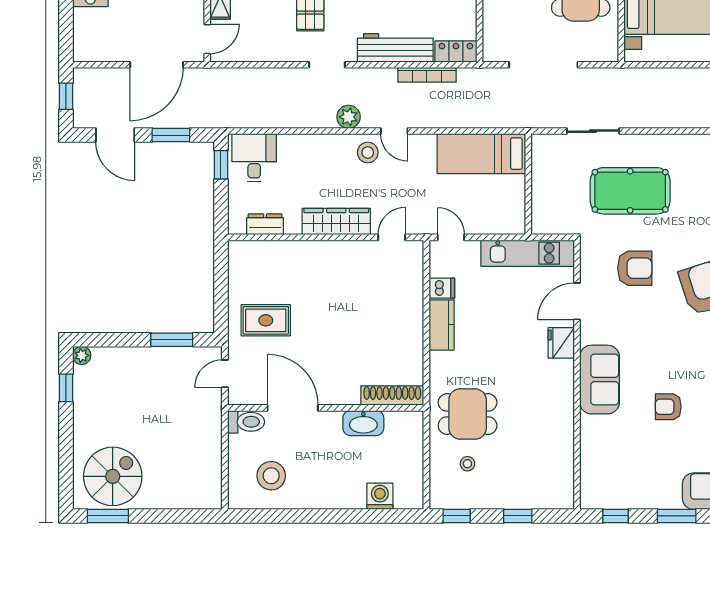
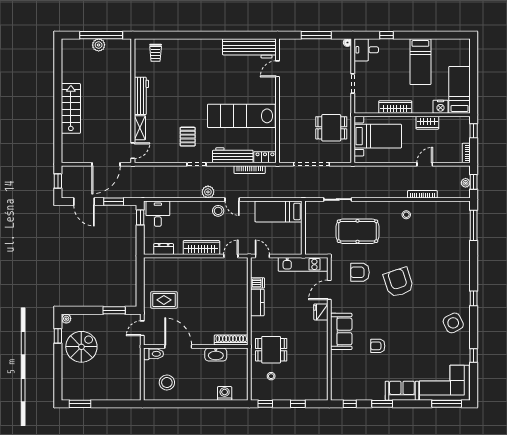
armchair: (635, 268) -> (360, 272), turned 180
spiral stairs: (113, 476) -> (81, 347), moved

